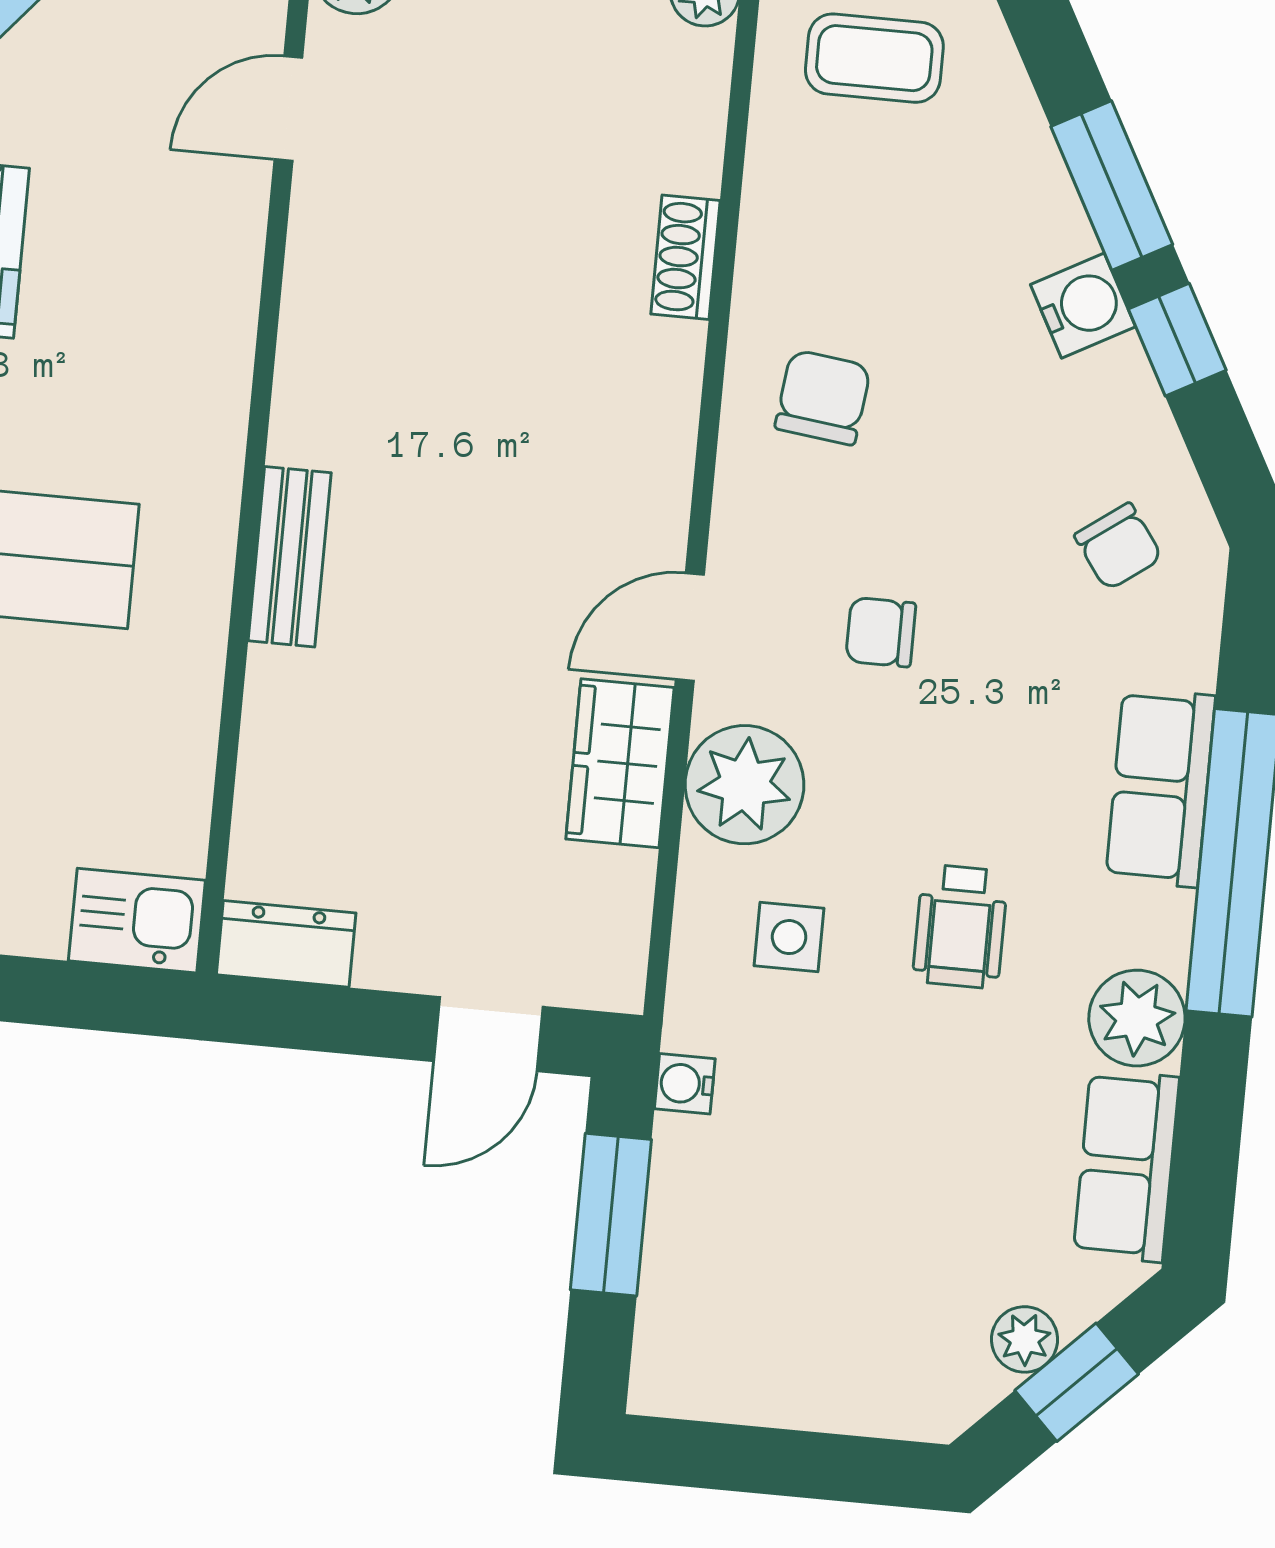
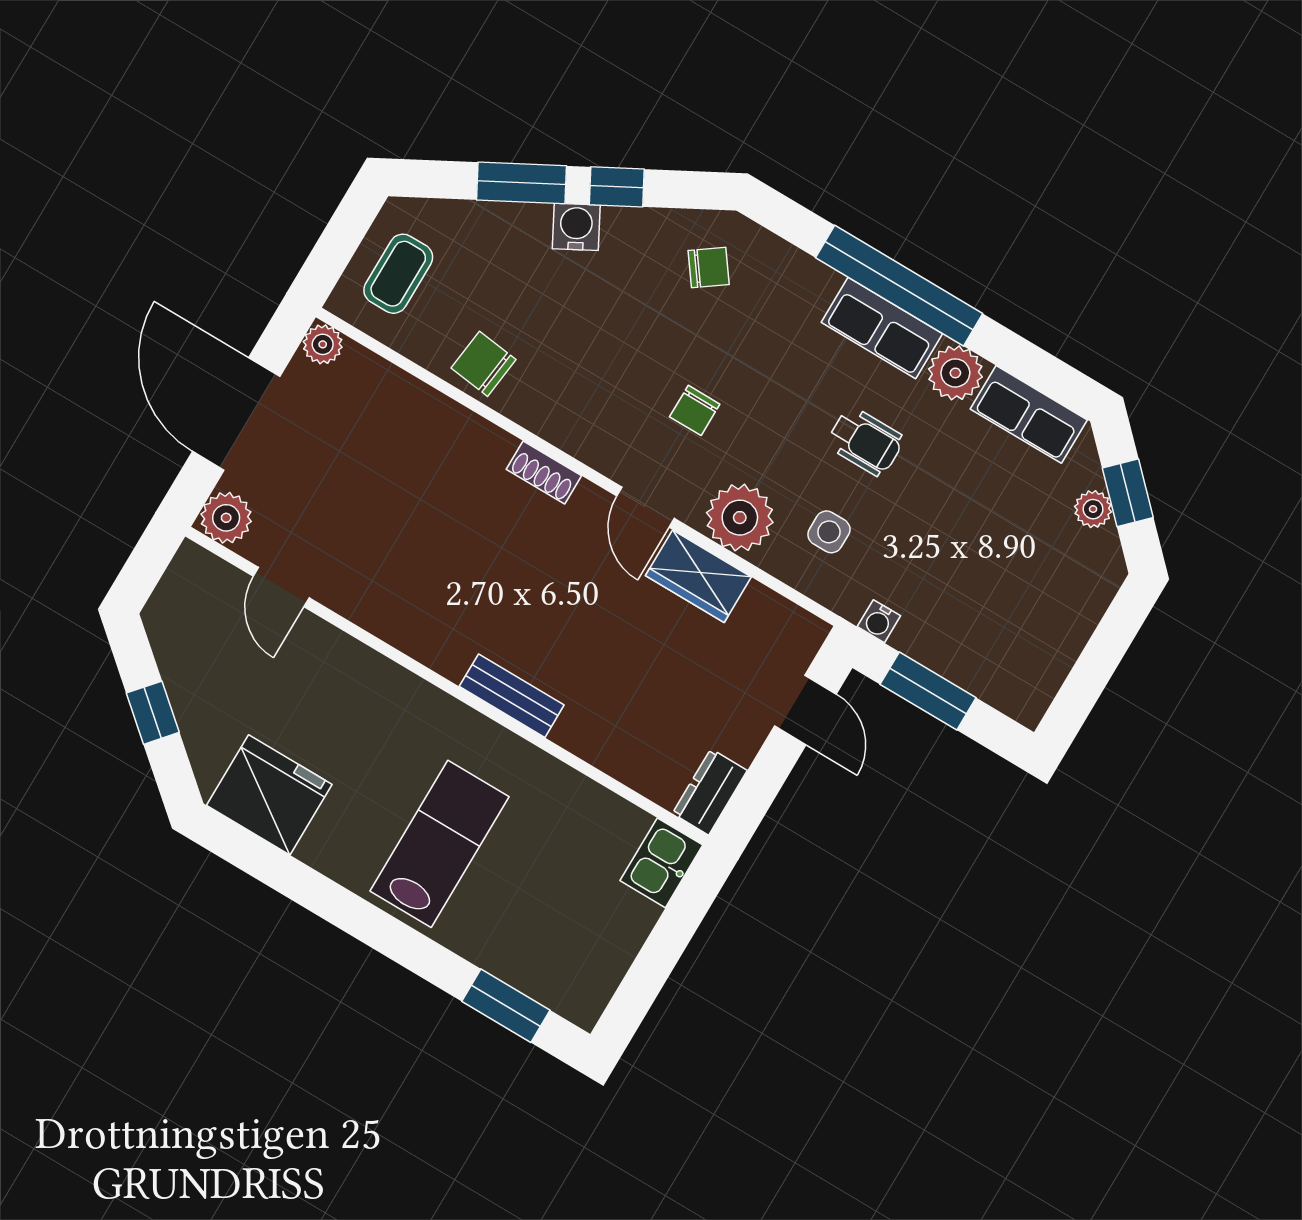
shoe rack: (686, 257) -> (544, 473), moved
chair: (823, 397) -> (484, 364), moved
row of seats: (1160, 788) -> (882, 328), moved

